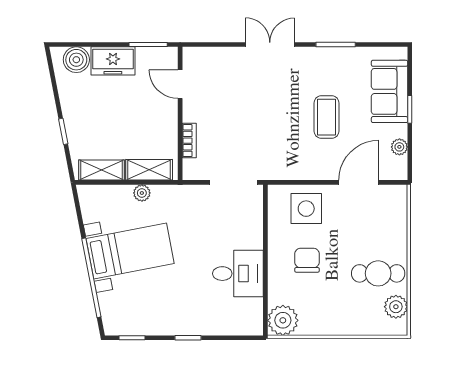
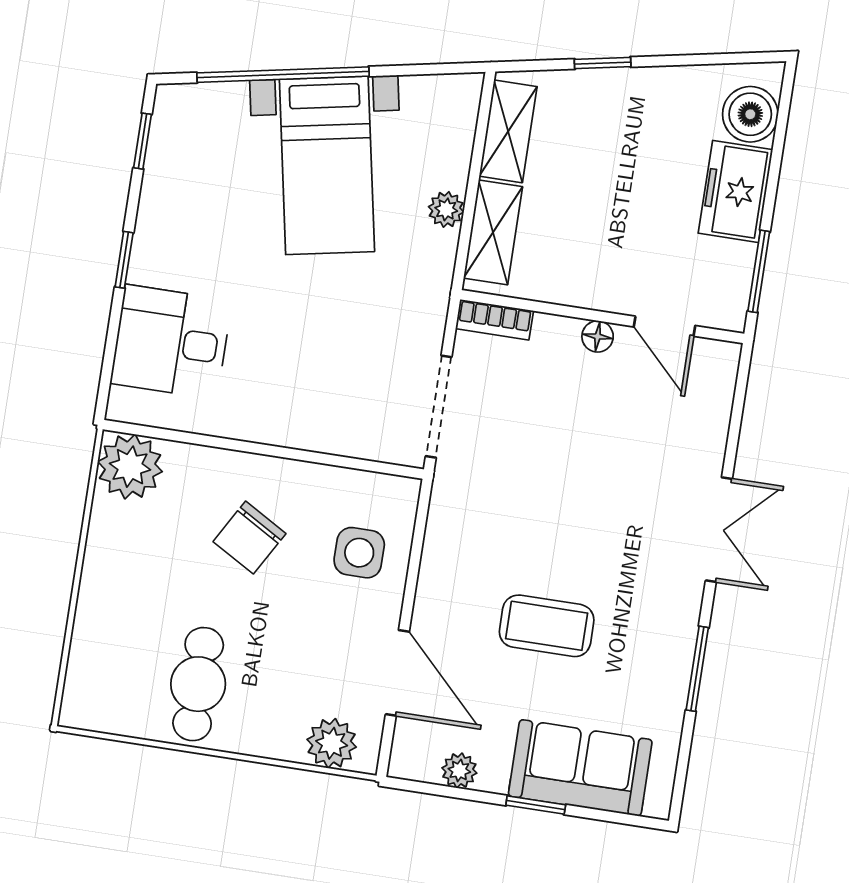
door: (180, 84) -> (664, 326), swing flipped
floor lamp: (190, 114) -> (598, 336), added
bookcase: (189, 141) -> (494, 320), moved
side table: (306, 209) -> (359, 553), width x0.73, depth x0.73
chair: (307, 260) -> (249, 538), turned 120
desk: (238, 274) -> (171, 342), moved, turned 90
plant: (396, 307) -> (332, 743), moved

